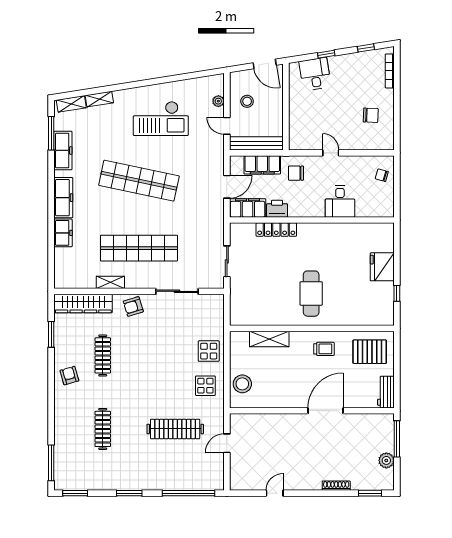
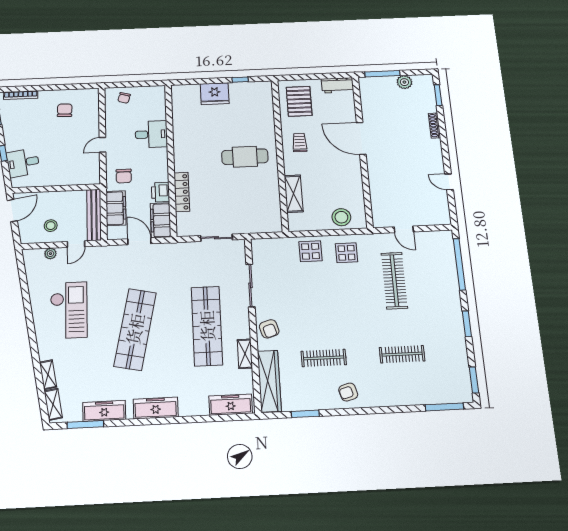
freezer: (63, 233) -> (231, 405), moved, width x1.40

